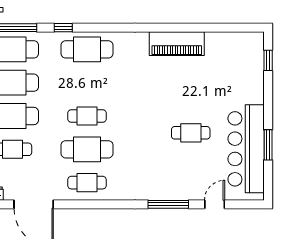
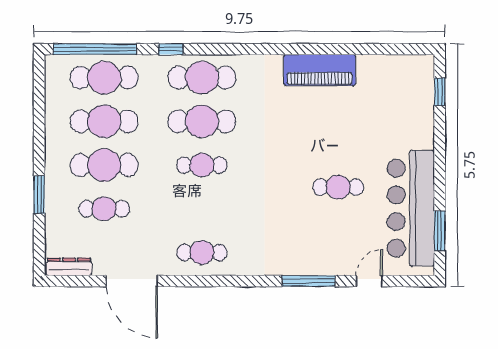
window: (268, 145) -> (440, 231), moved
cafe table: (87, 149) -> (202, 121), moved

